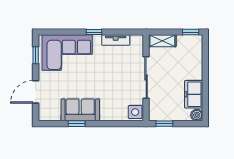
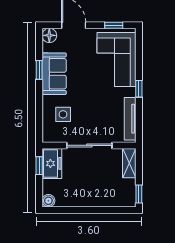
tv unit: (116, 40) -> (130, 119), width x1.41
freezer: (194, 94) -> (52, 163), moved, turned 90
side table: (135, 112) -> (63, 114), moved
floor lamp: (45, 114) -> (49, 35), added

